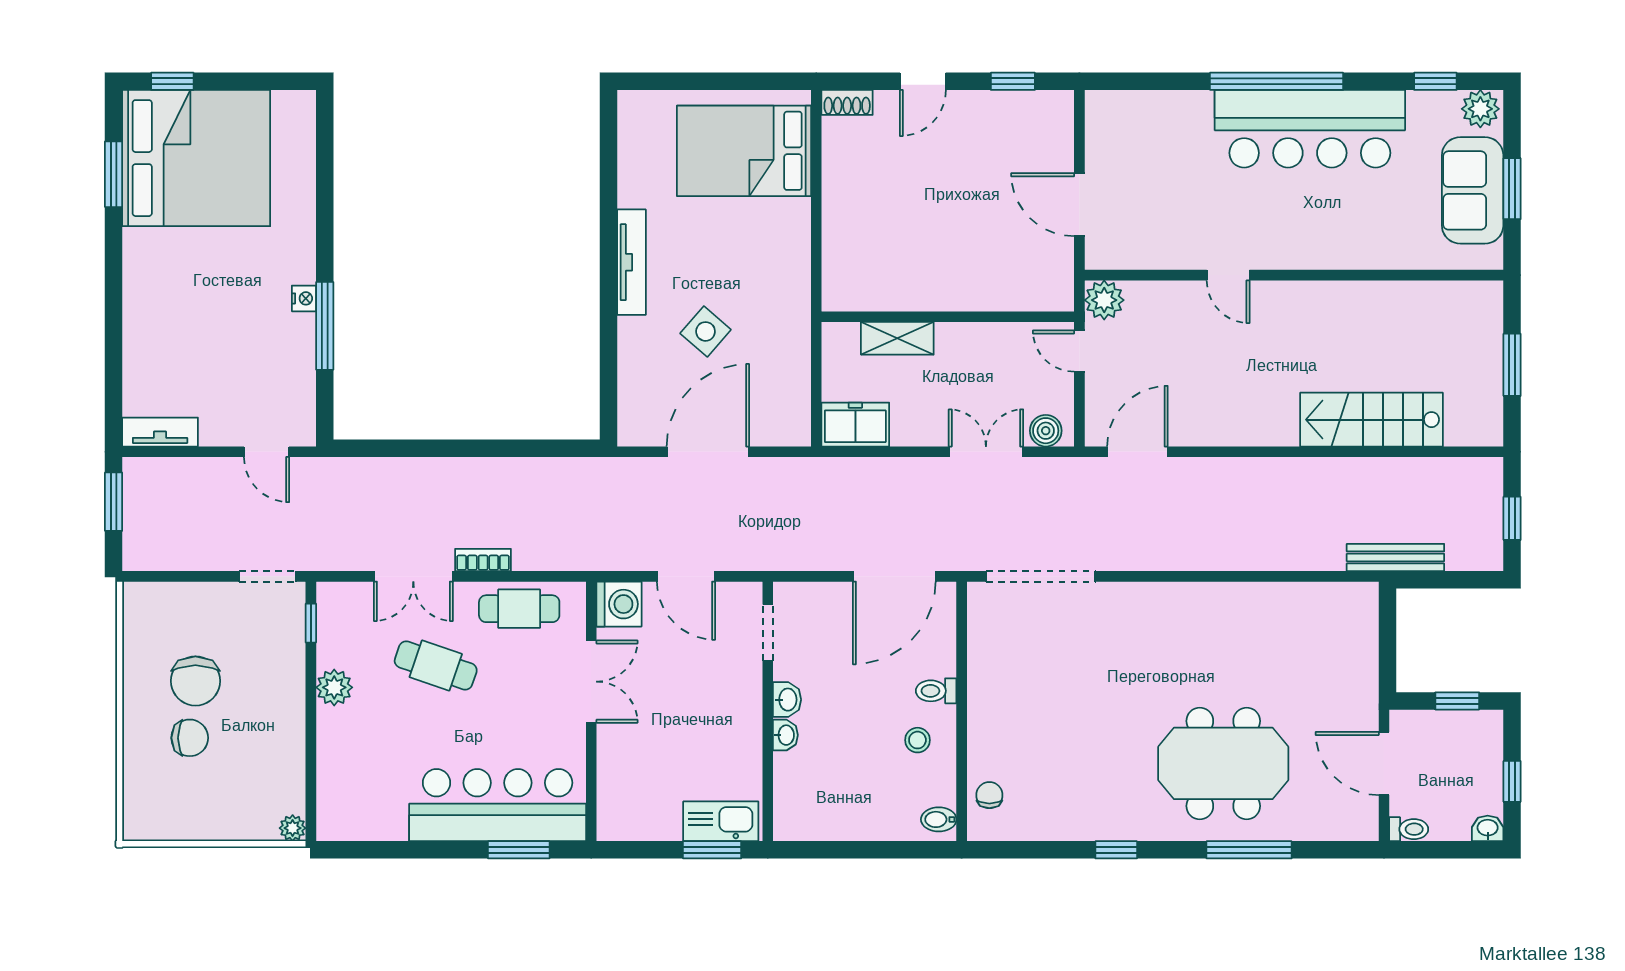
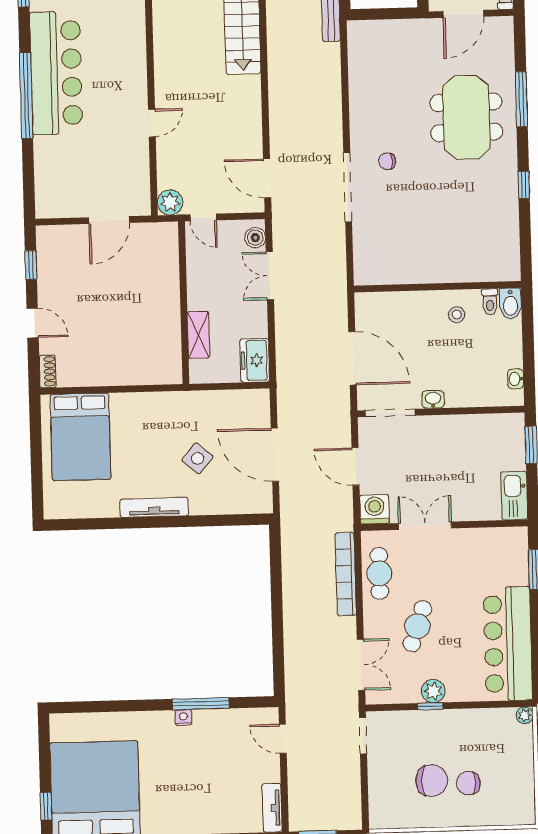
door: (1079, 351) -> (203, 217), hinge flipped
door: (267, 452) -> (283, 739), swing flipped
bookcase: (483, 560) -> (346, 574), width x2.31, depth x1.31
double door: (413, 576) -> (361, 665), moved
door: (686, 576) -> (355, 467), swing flipped
door: (894, 576) -> (352, 358), moved
doorway: (1041, 576) -> (348, 187), moved
window: (311, 623) -> (430, 706), moved
doorway: (768, 633) -> (390, 413), width x1.38
toilet: (936, 691) -> (490, 302), moved
washbasin: (785, 735) -> (516, 379), moved, turned -90
chair: (190, 738) -> (468, 783), turned -90
chair: (989, 795) -> (387, 161), moved
bar counter: (498, 805) -> (508, 644), moved
bidet: (939, 819) -> (511, 304), width x1.38, depth x1.36
kitchen sink: (721, 821) -> (514, 496), moved

